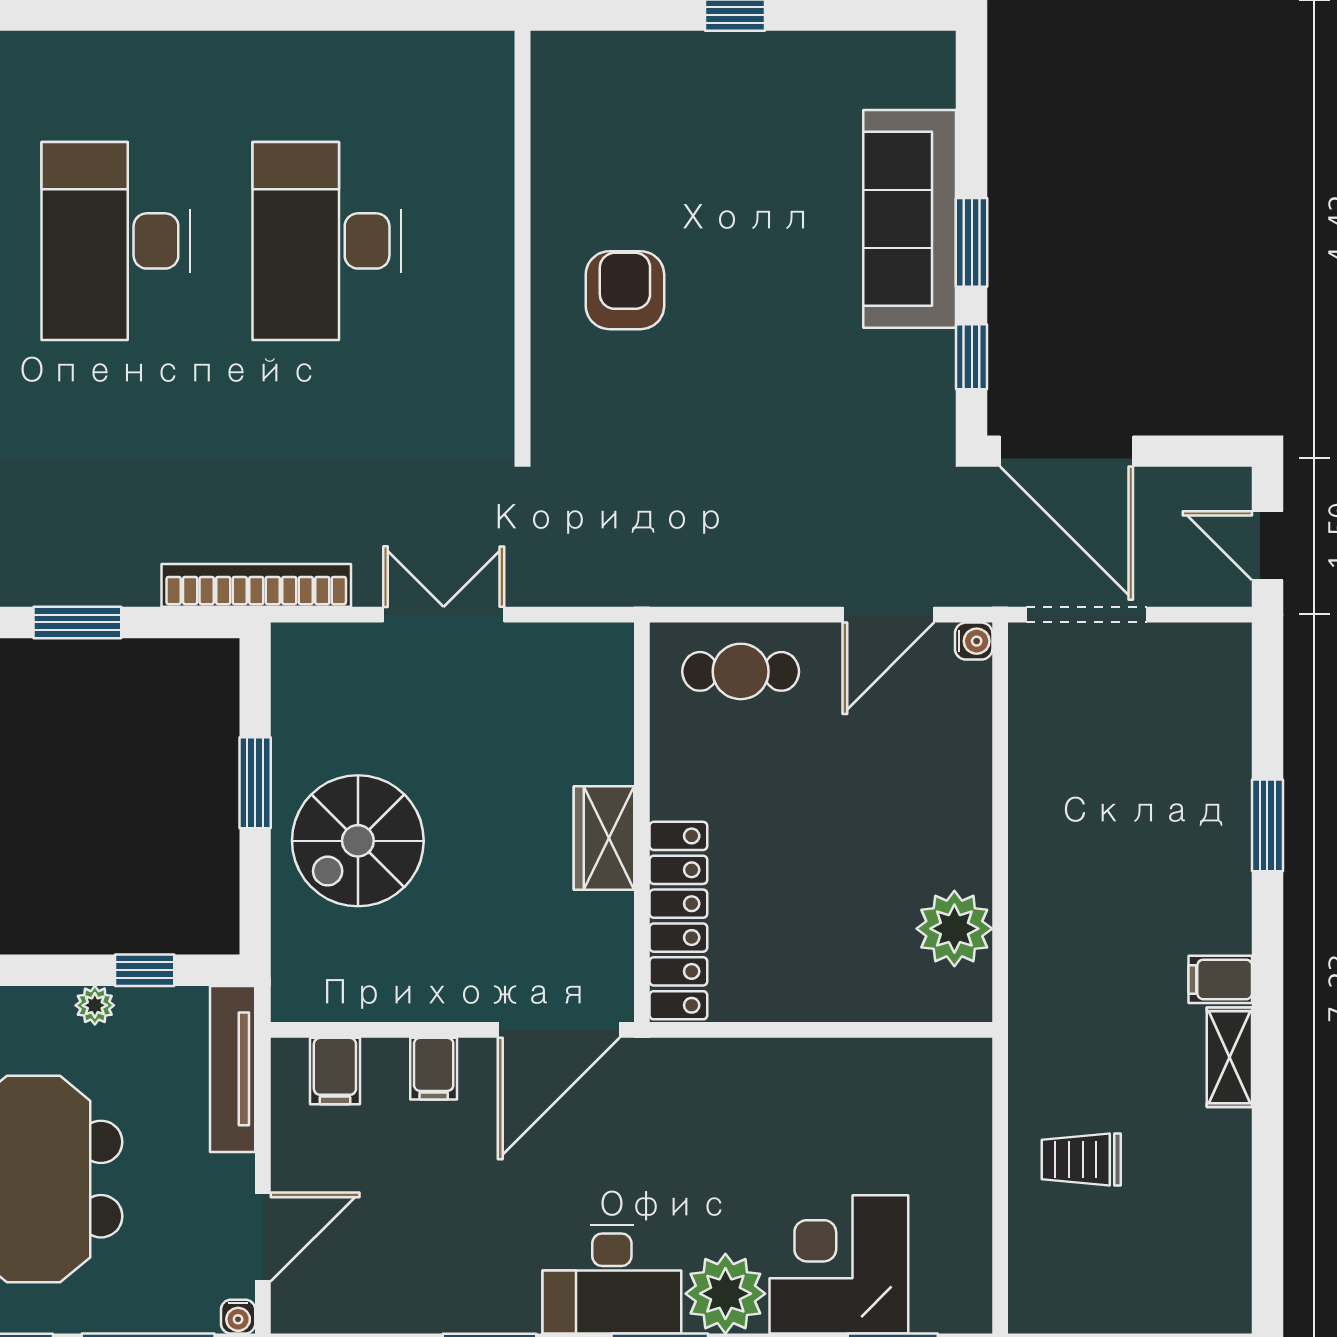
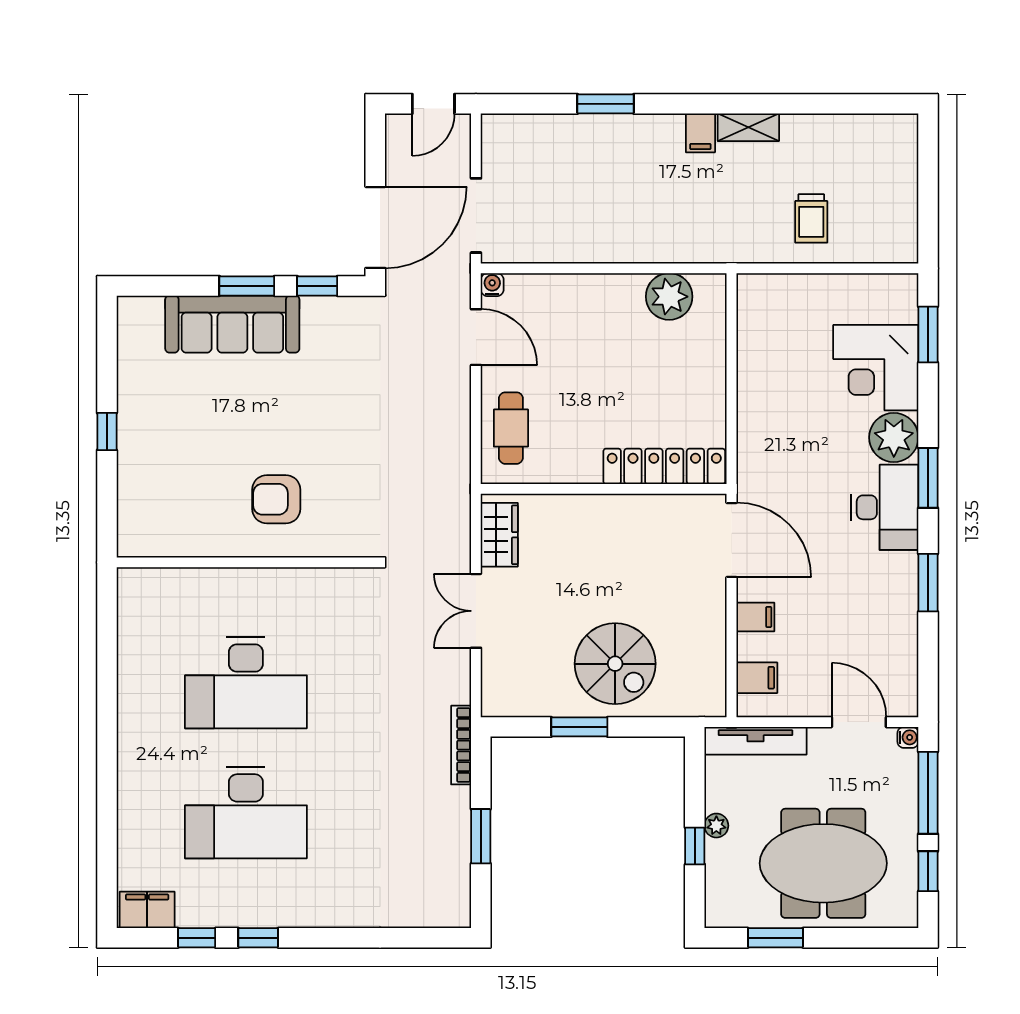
bookcase: (256, 585) -> (461, 745), width x0.68, depth x0.76
wardrobe: (604, 838) -> (499, 535), moved, turned -90
window: (145, 970) -> (695, 846), moved

